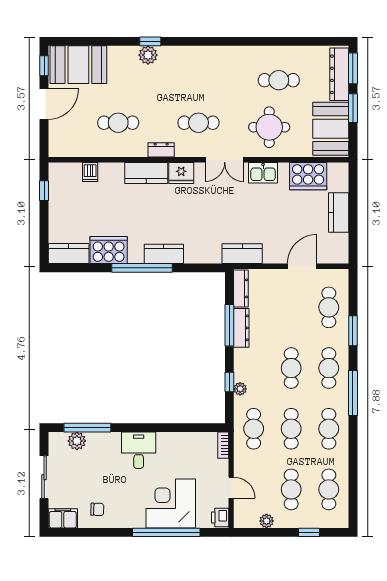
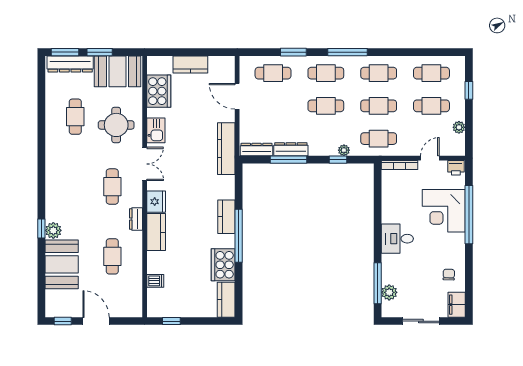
booth: (78, 65) -> (62, 264), moved
kitchen counter: (242, 254) -> (226, 149), width x1.50
bookcase: (223, 445) -> (399, 165), width x1.56

